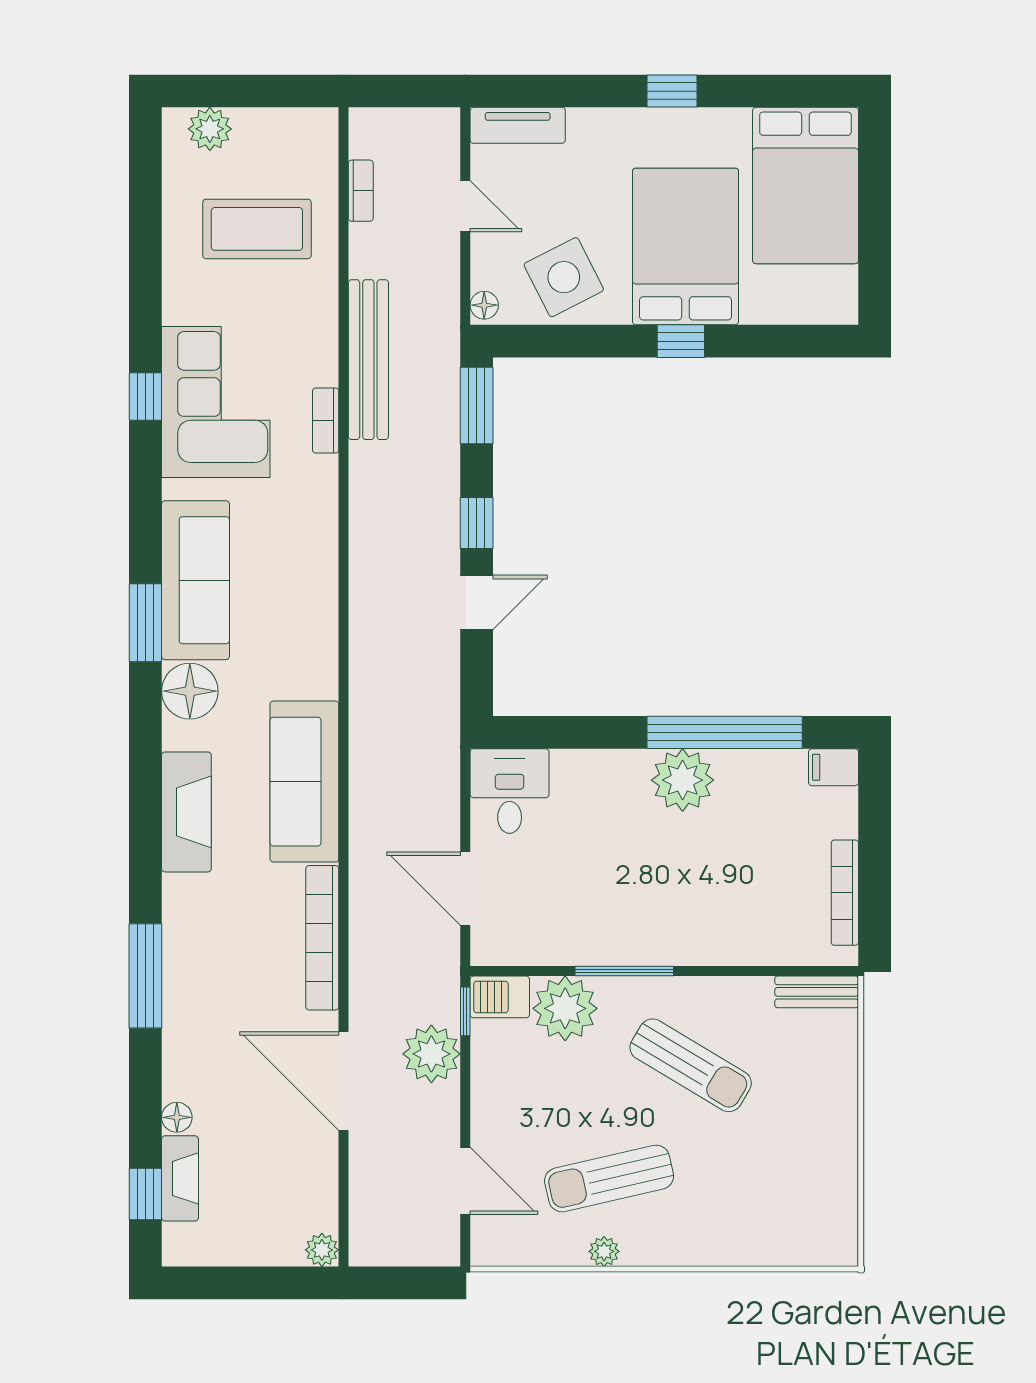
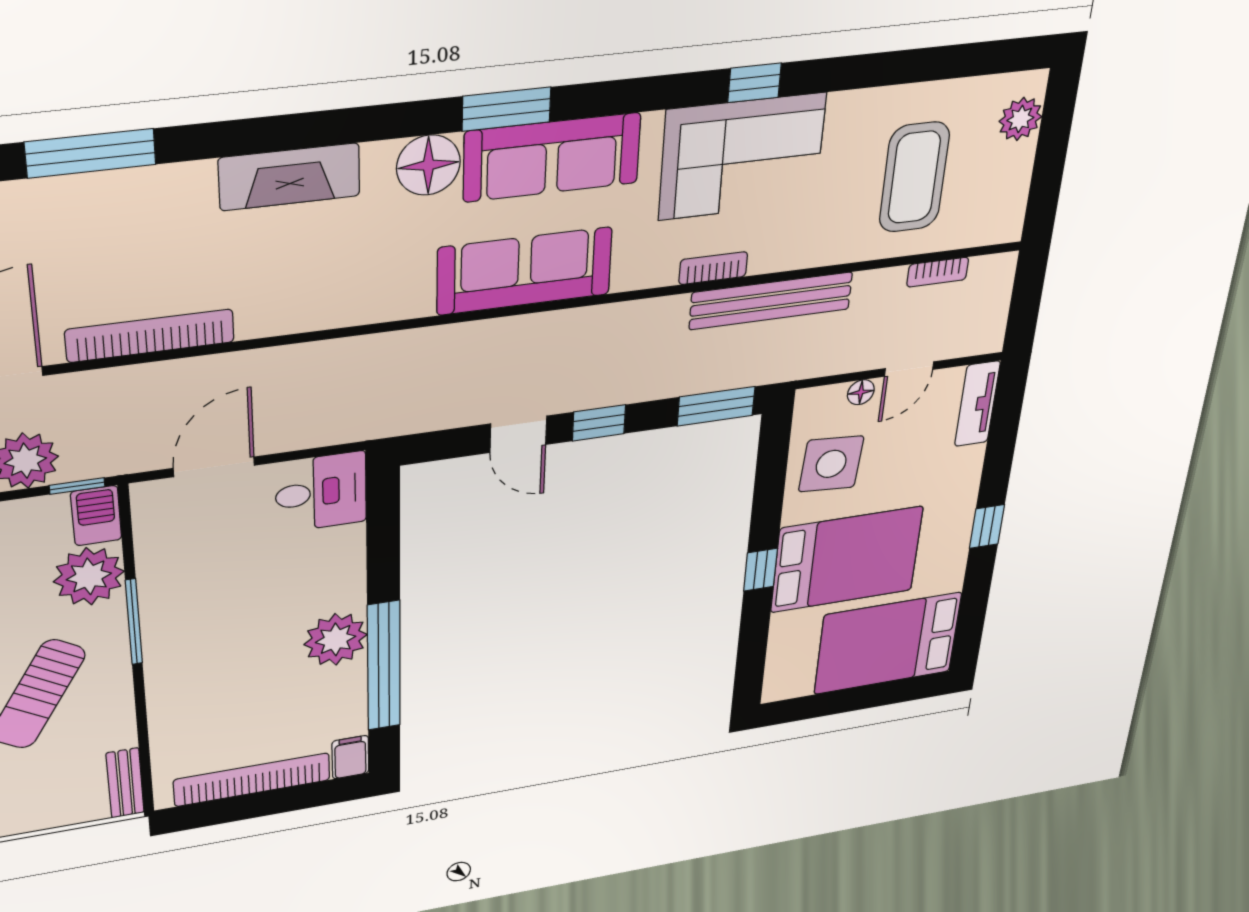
side table: (564, 277) -> (831, 464), turned 31
floor lamp: (484, 305) -> (861, 392), moved
sofa: (304, 782) -> (524, 271), moved
bookcase: (845, 893) -> (252, 780), width x1.48, depth x1.31

